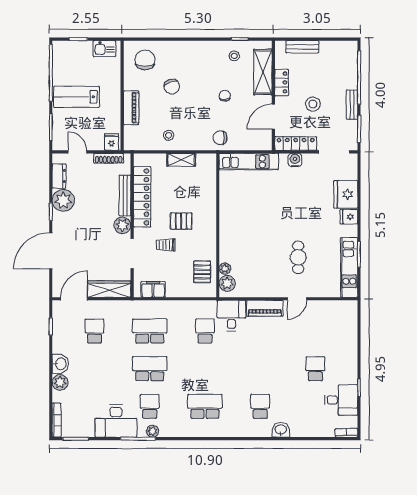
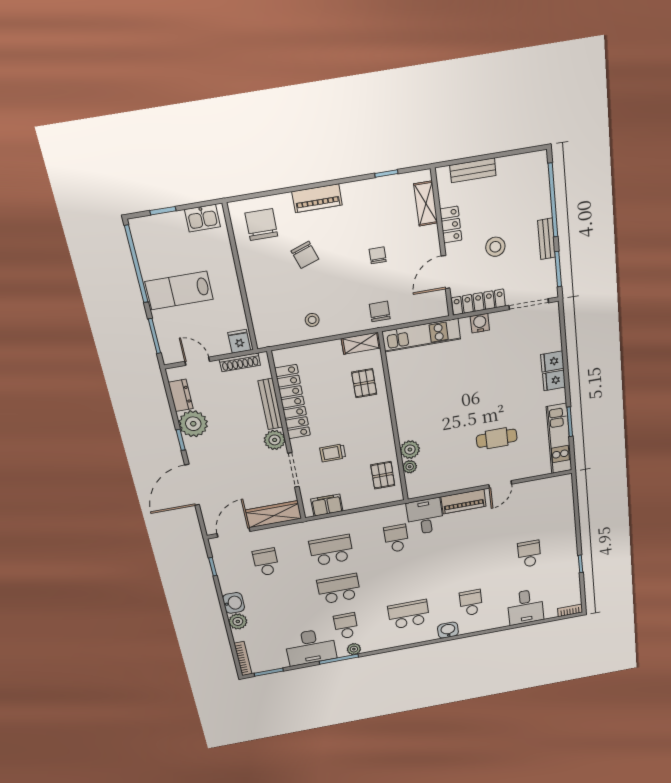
stool: (234, 56) -> (382, 199), removed
shelving: (263, 72) -> (426, 203), width x0.67, depth x0.75
piano: (131, 108) -> (317, 198), moved, turned 90
chair: (220, 138) -> (380, 311), turned 90
shelving: (181, 160) -> (361, 343), moved
fridge: (346, 194) -> (552, 361), width x0.53, depth x0.75
pallet: (181, 221) -> (364, 383), moved, turned 90
cafe table: (298, 257) -> (497, 438), turned 90
plant: (227, 283) -> (410, 450), moved
desk: (341, 400) -> (525, 607), moved, turned 90
washbasin: (281, 430) -> (448, 630), moved

